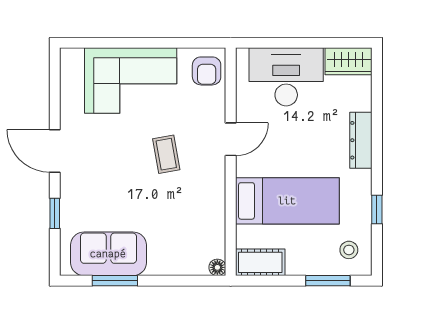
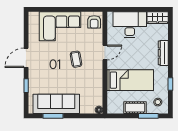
door: (55, 151) -> (26, 58), hinge flipped
sofa: (108, 254) -> (56, 104), width x1.36
cot: (260, 262) -> (135, 108), moved

